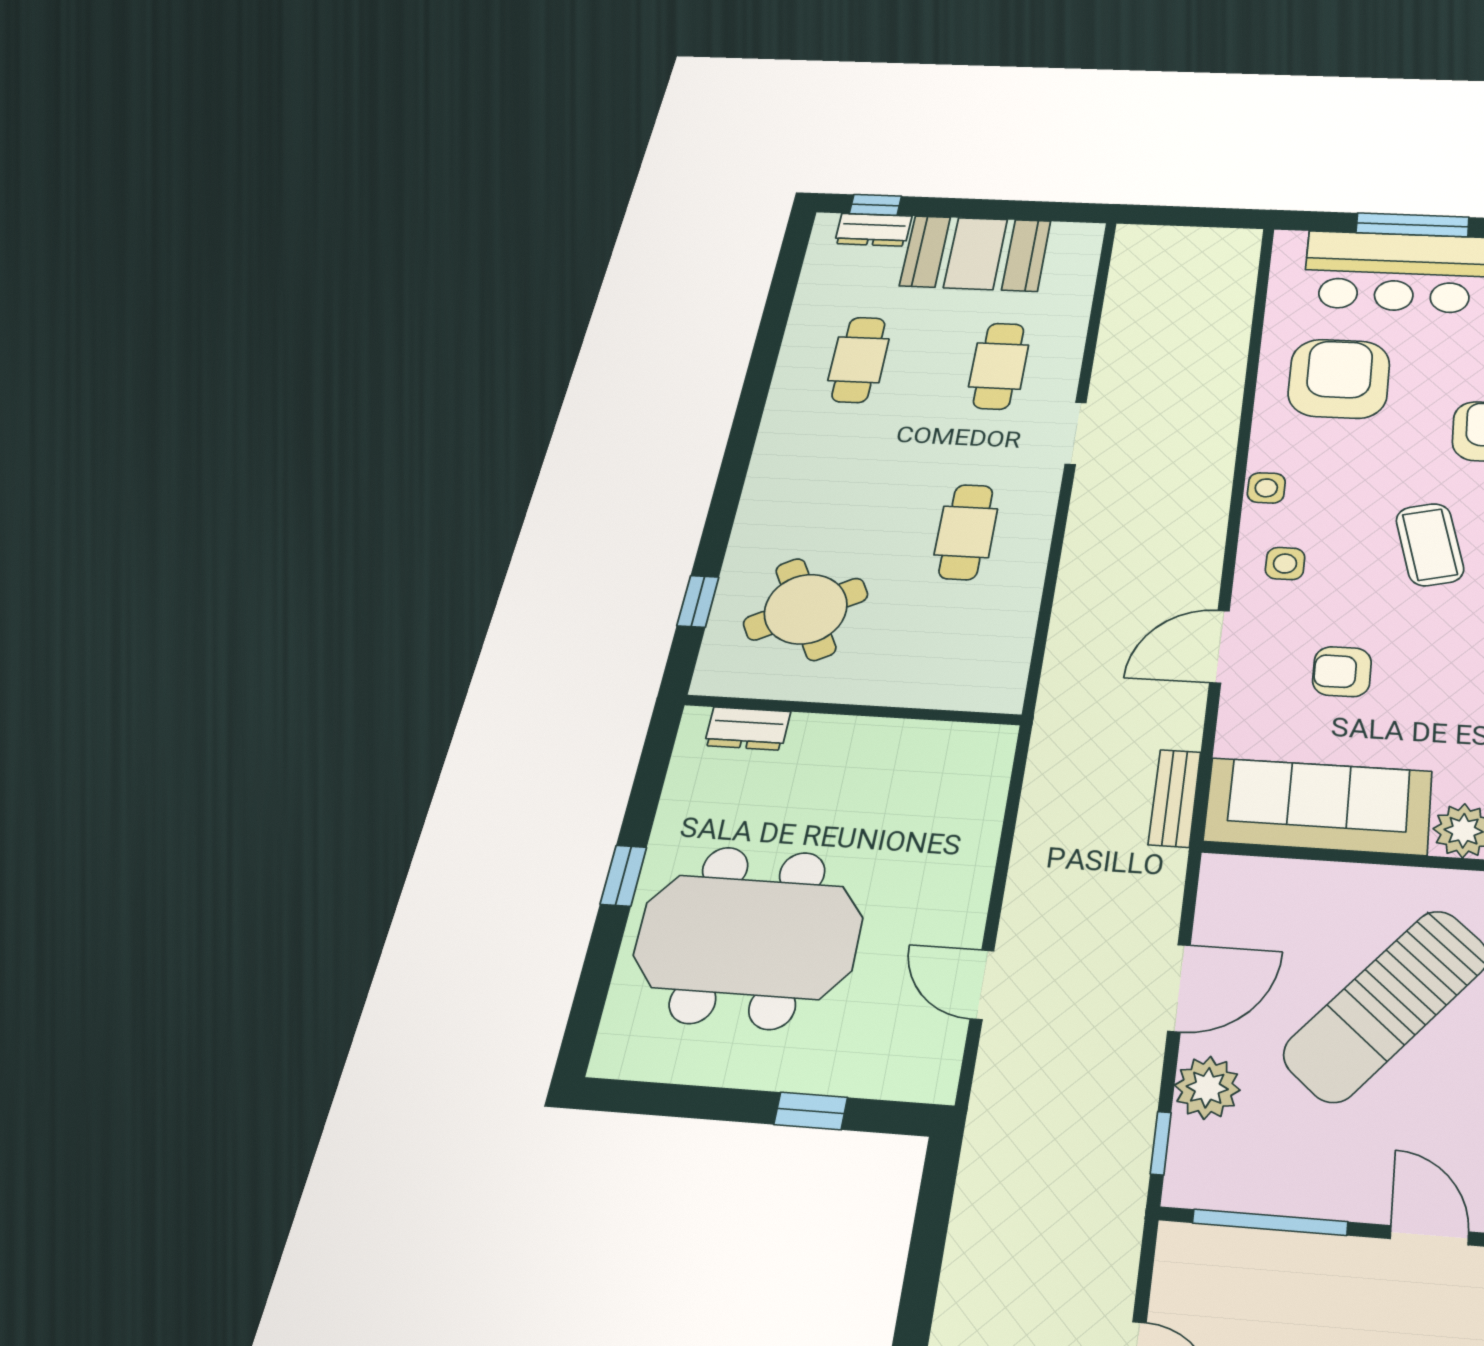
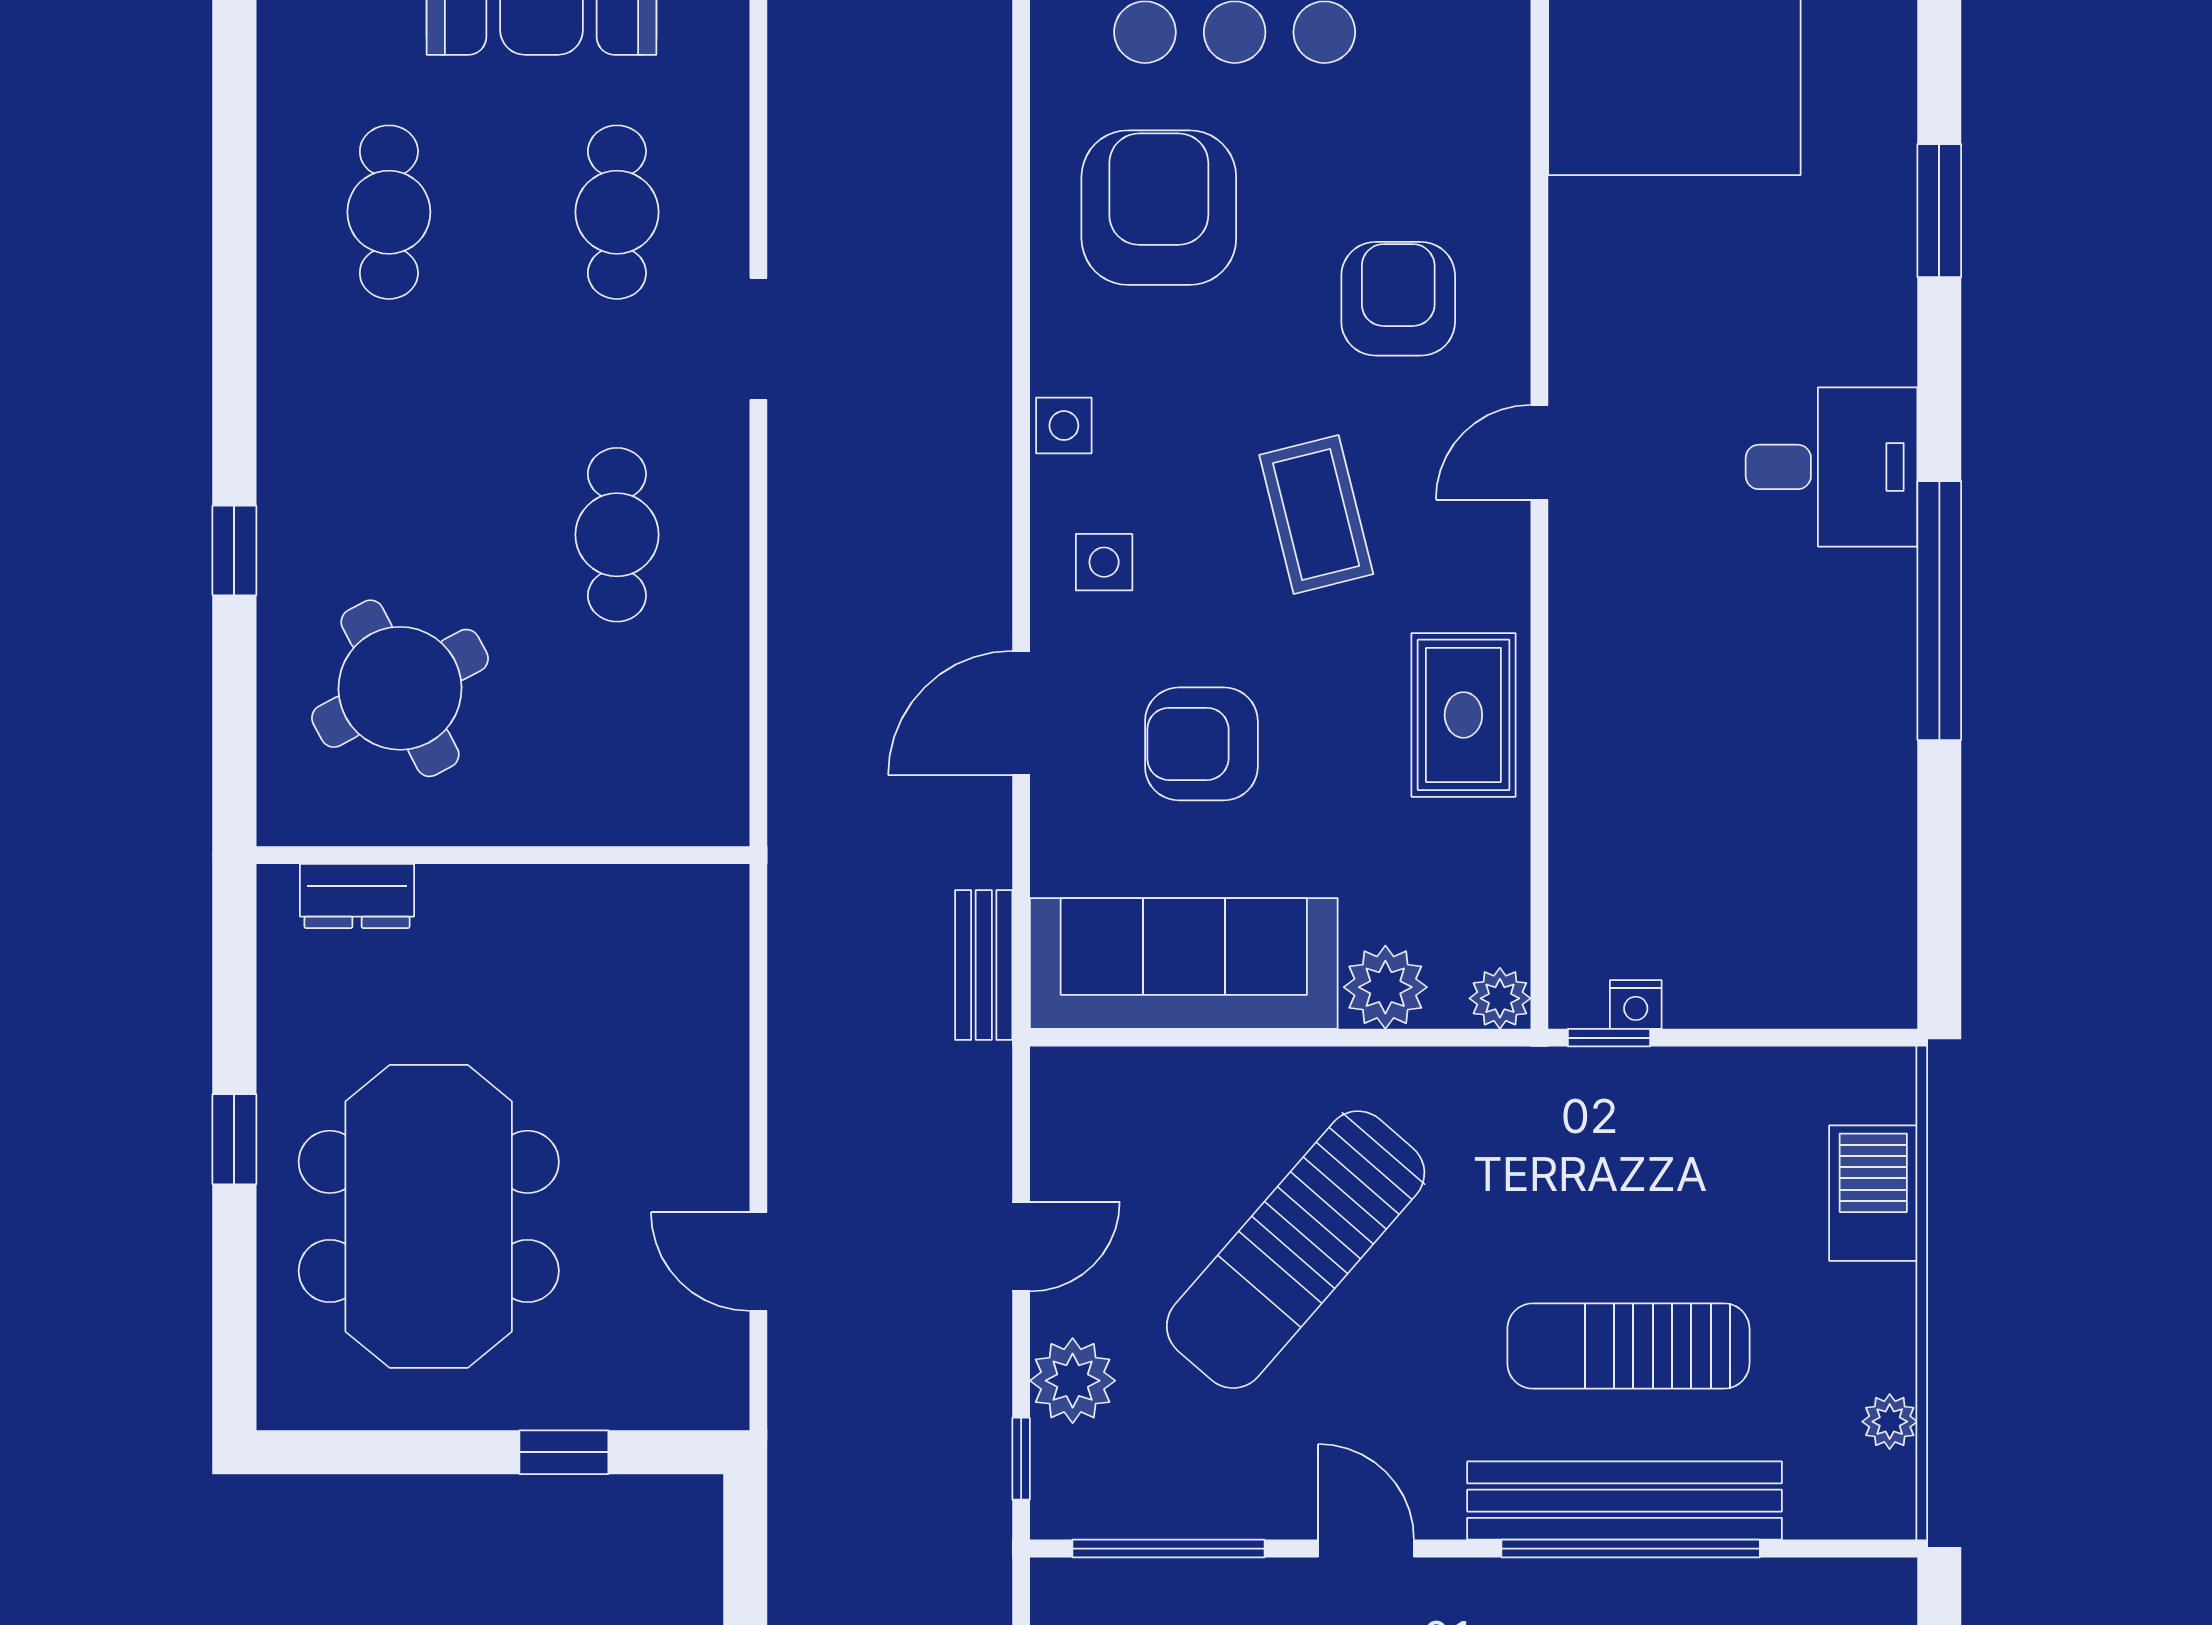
window: (698, 601) -> (234, 550), moved
armchair: (1342, 672) -> (1201, 744), width x1.38, depth x1.38
meeting table: (748, 937) -> (429, 1216), turned 90
door: (1179, 988) -> (1021, 1246), width x0.73

